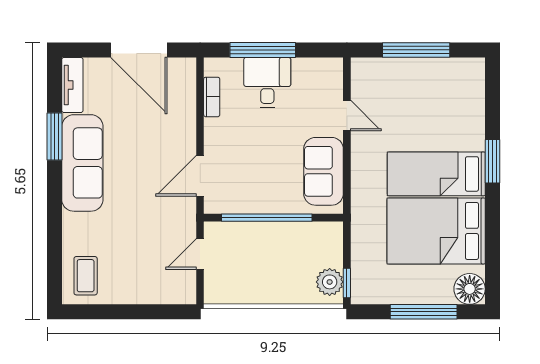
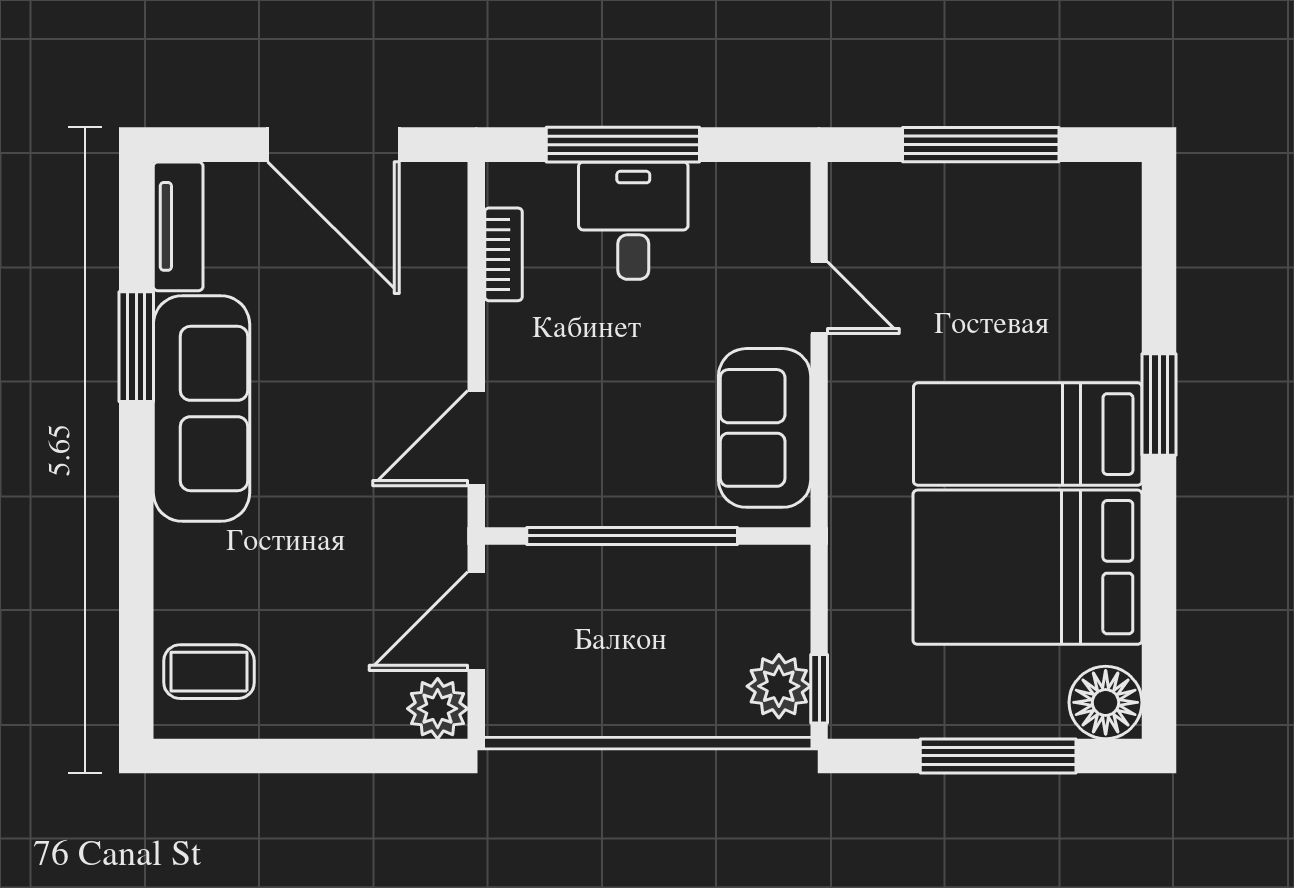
door: (200, 254) -> (476, 621), width x1.38
coffee table: (86, 276) -> (209, 672), turned 90
plant: (183, 292) -> (438, 709), added

